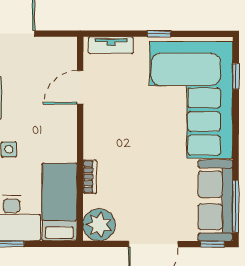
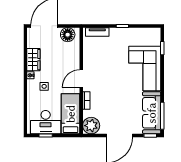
floor lamp: (54, 50) -> (68, 35), added
door: (80, 87) -> (81, 79), moved
corner sofa: (191, 100) -> (145, 68), width x0.73, depth x0.74

